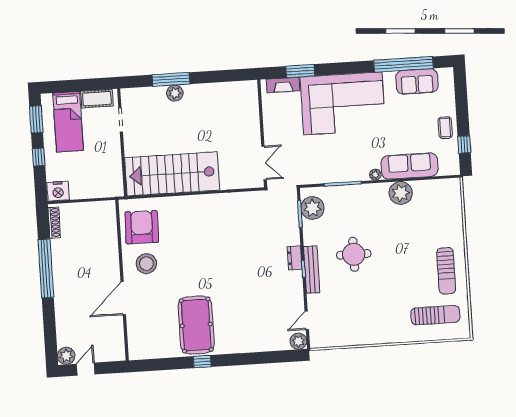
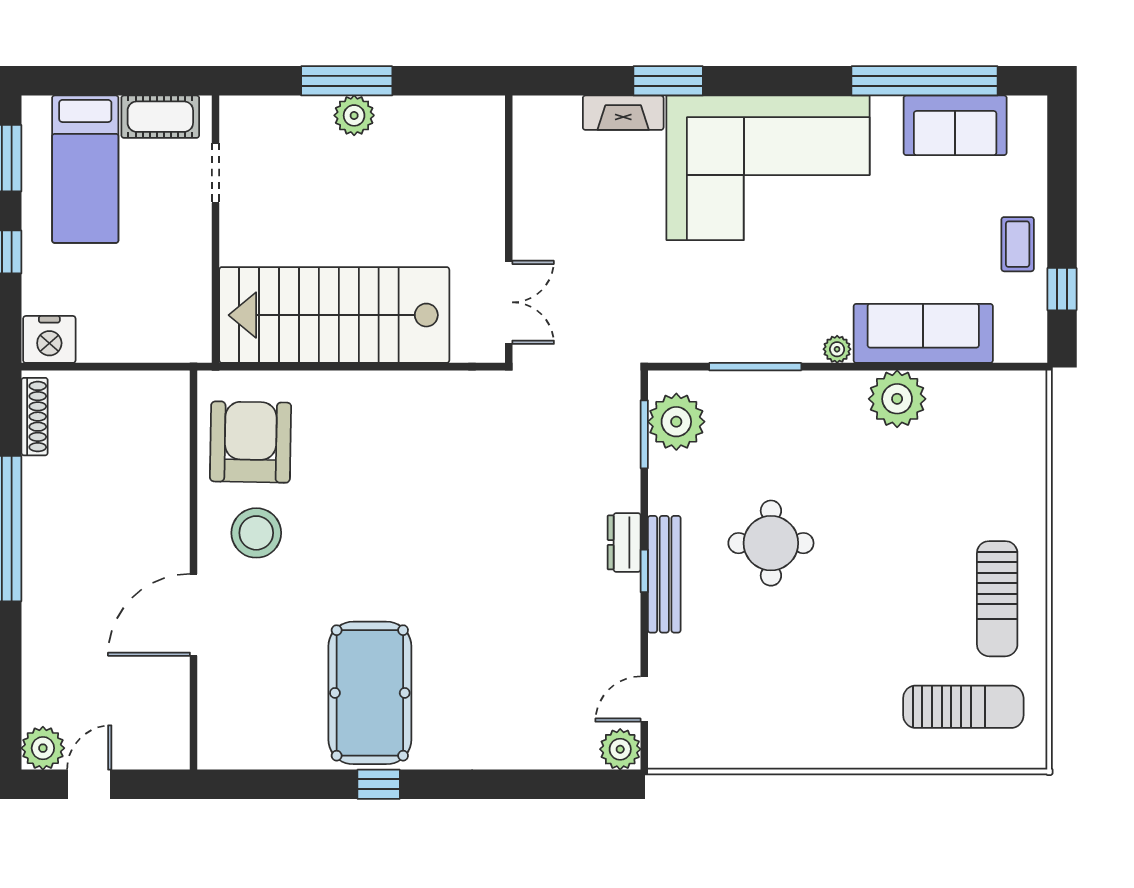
wall: (262, 133) -> (509, 229), moved
double door: (264, 163) -> (509, 302), moved

